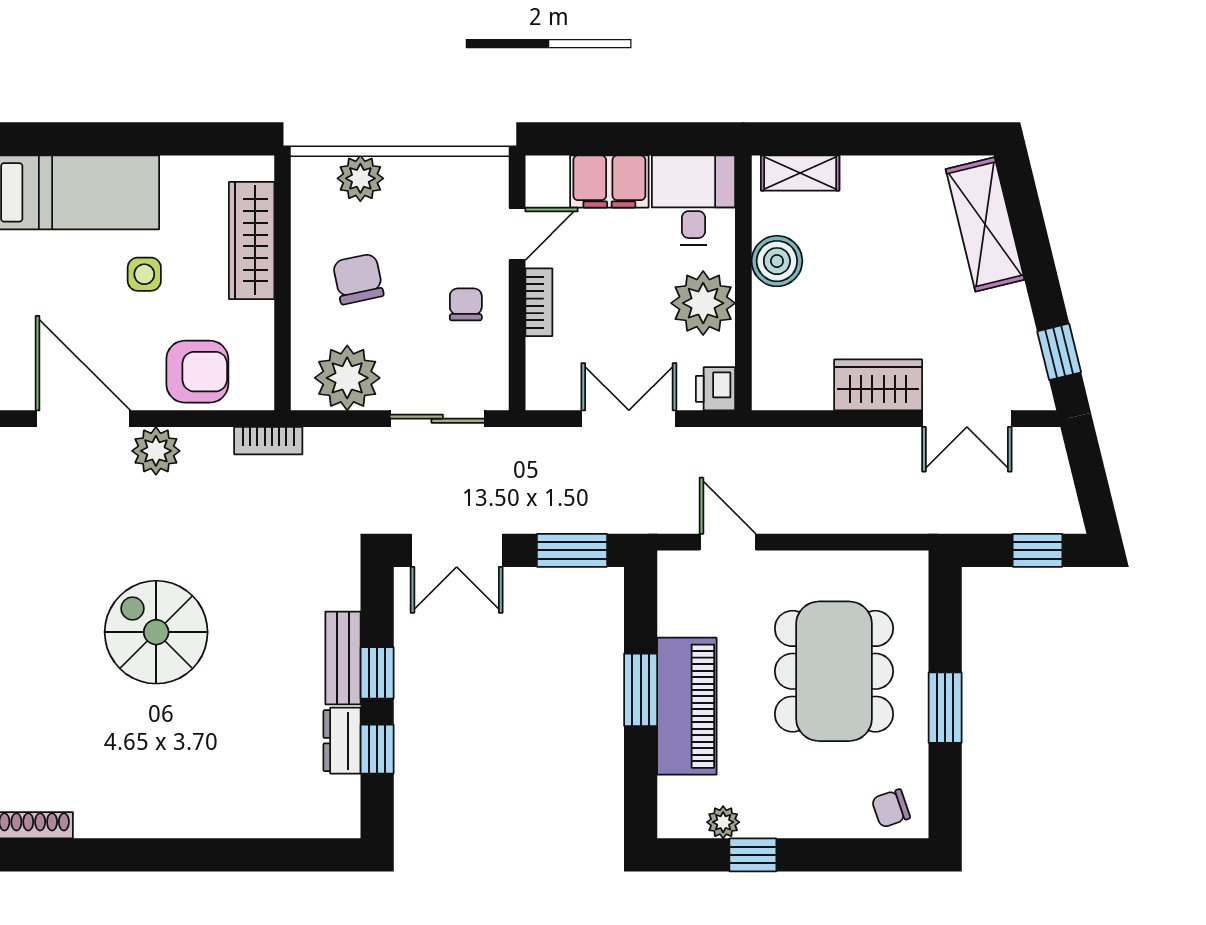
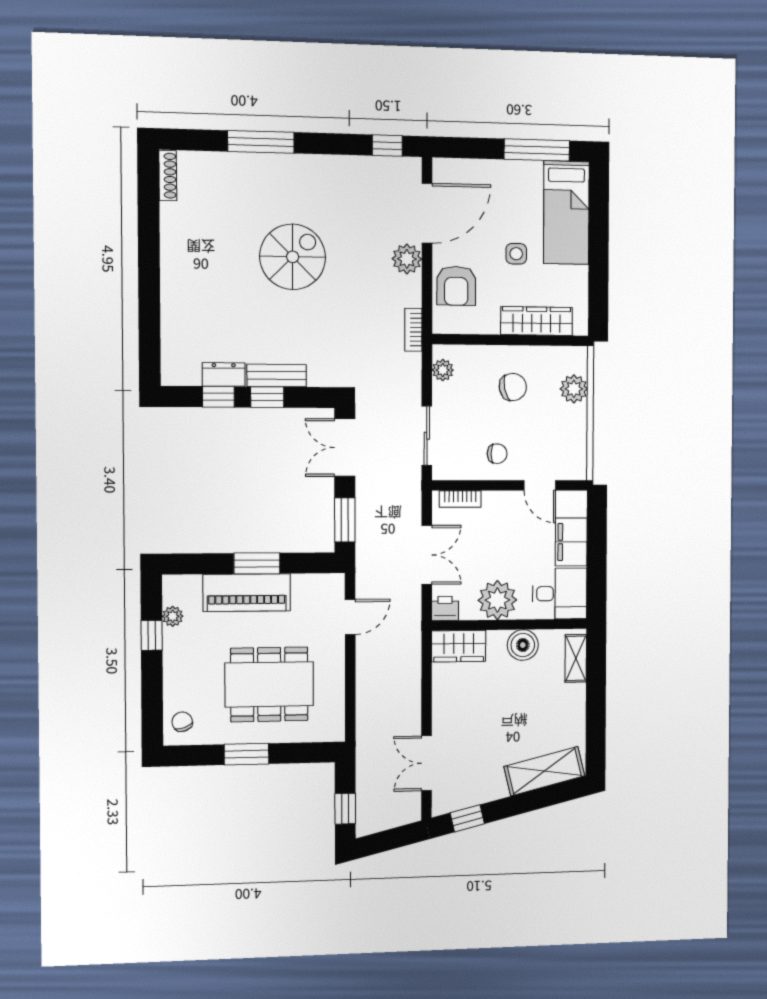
bookcase: (539, 302) -> (460, 499), moved
plant: (347, 378) -> (443, 370), width x0.53, depth x0.53
wardrobe: (878, 385) -> (459, 646), moved, turned 90

